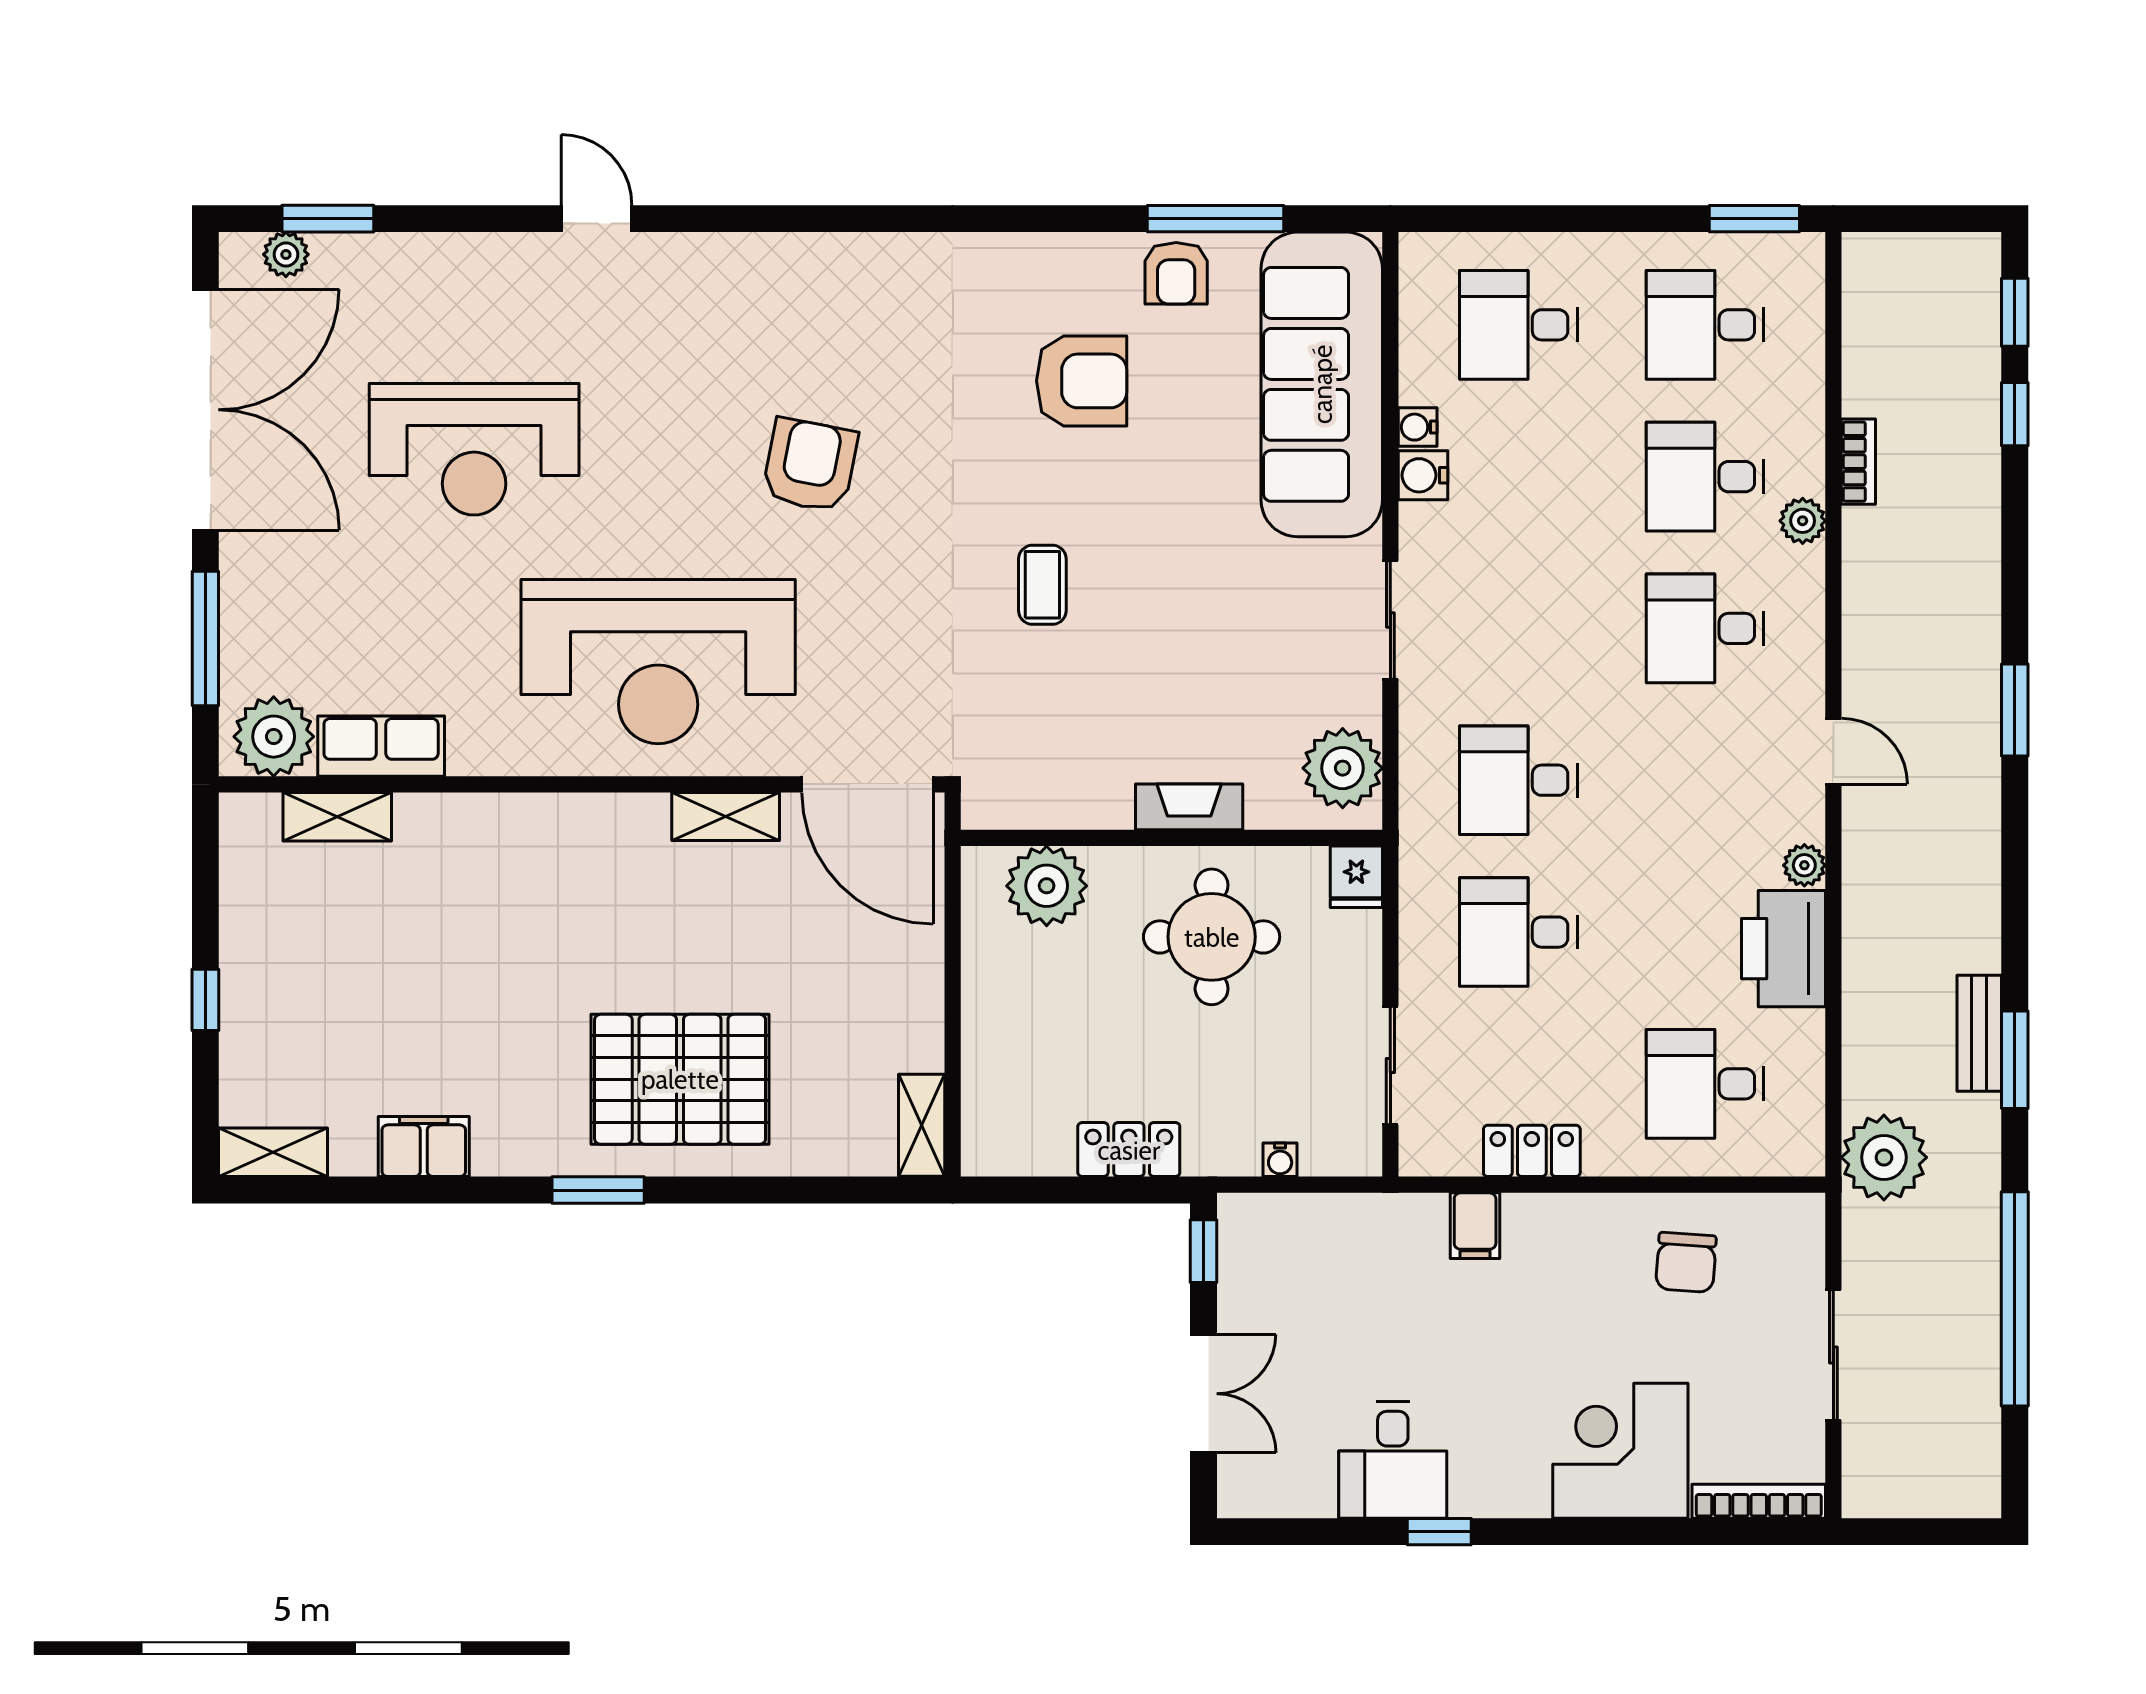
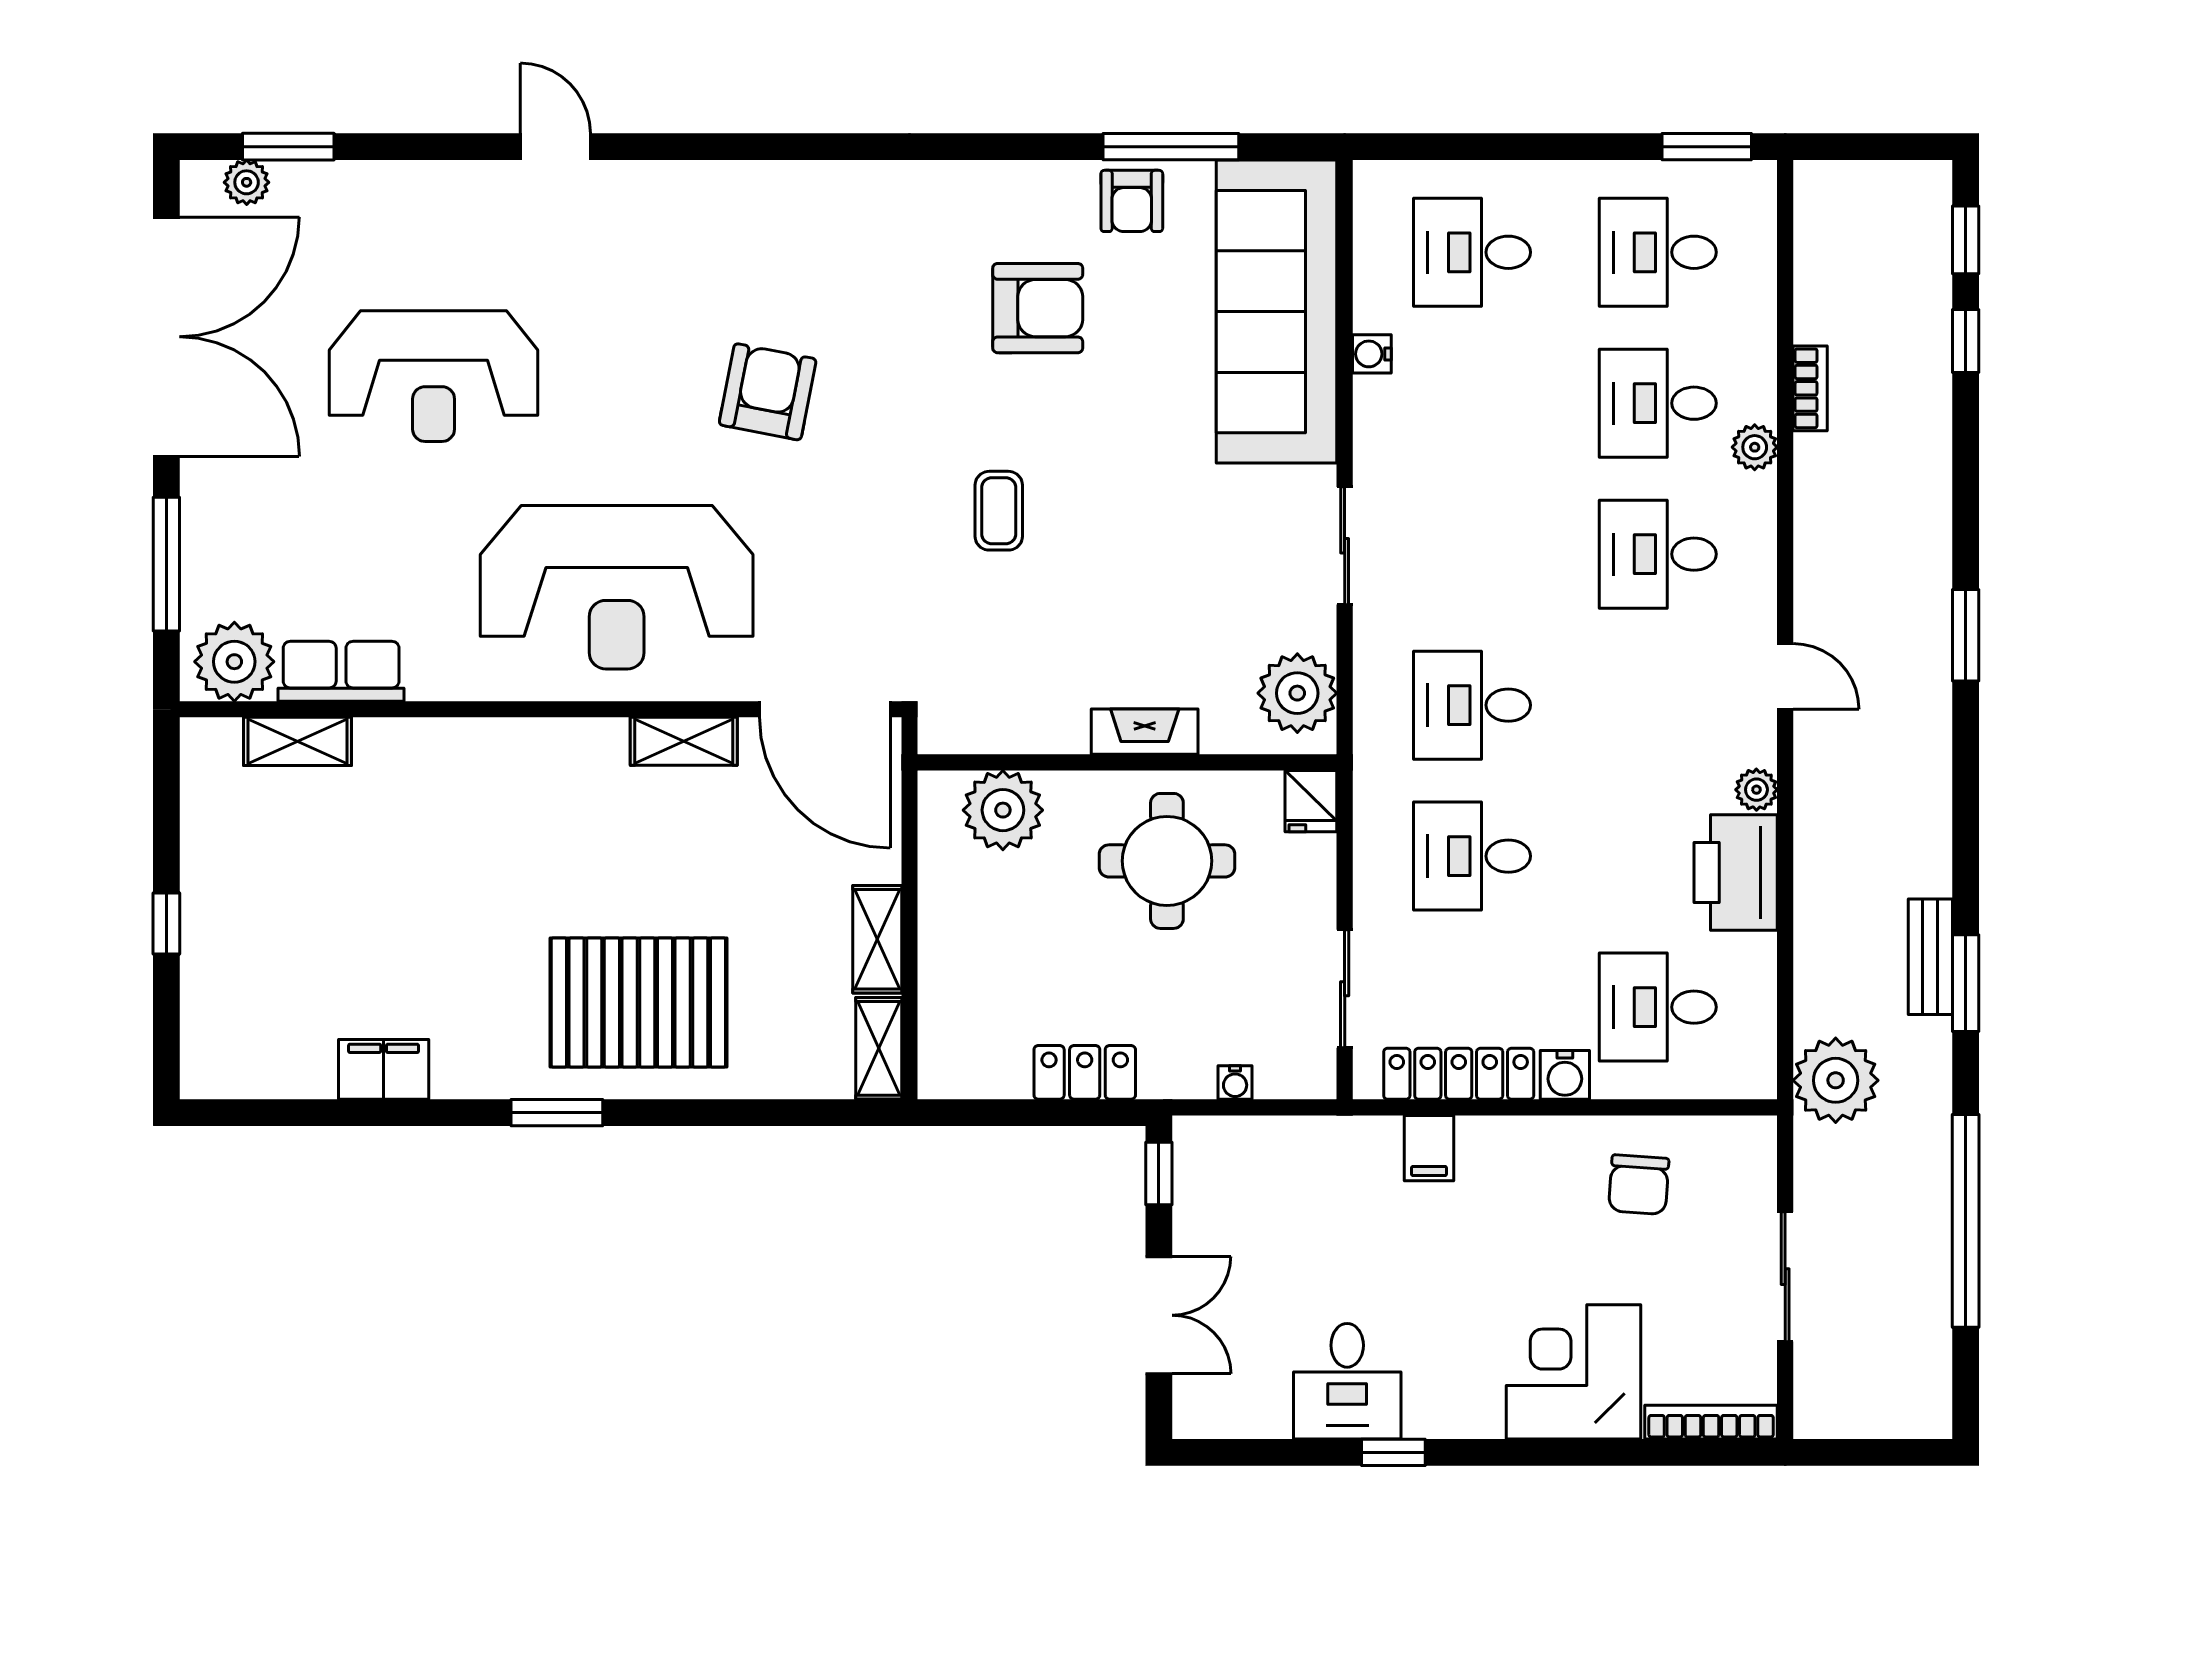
water cooler: (1423, 475) -> (1565, 1075), moved, turned -90
locker: (1532, 1151) -> (1459, 1074), width x1.53
shelving: (273, 1152) -> (877, 939), moved, turned 90

